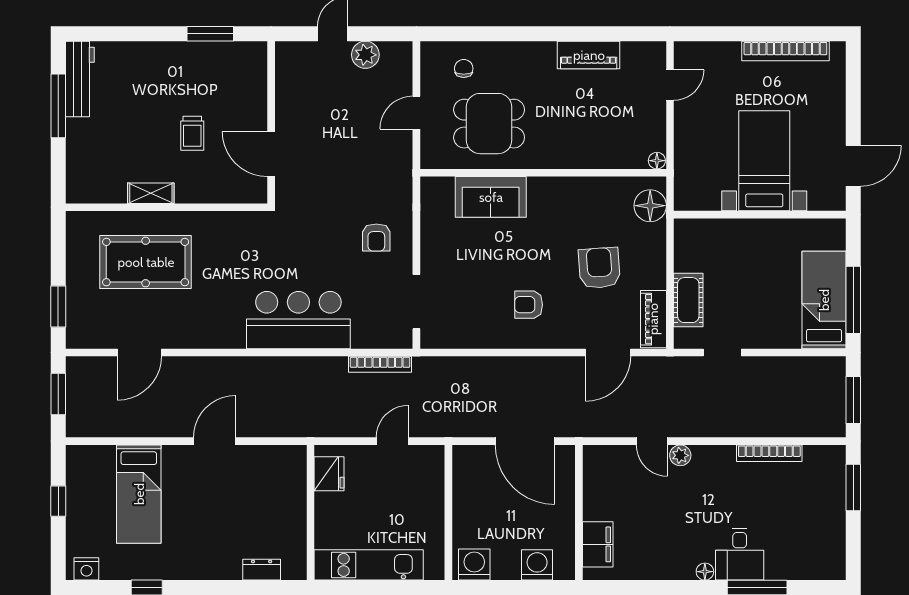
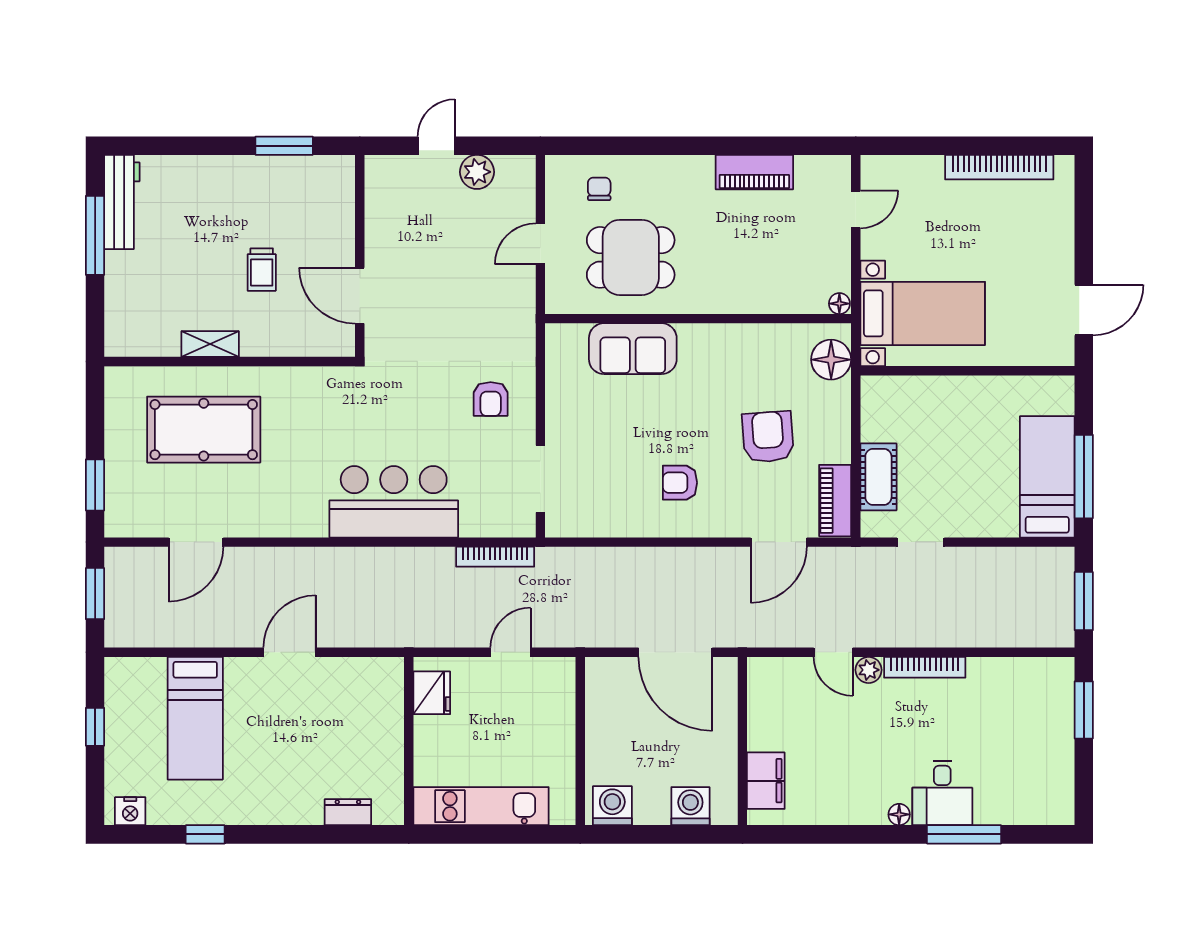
bed with nightstands: (764, 161) -> (923, 313), moved, turned 90
bookcase: (769, 453) -> (925, 667), moved

